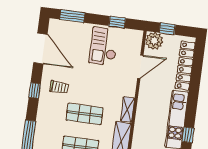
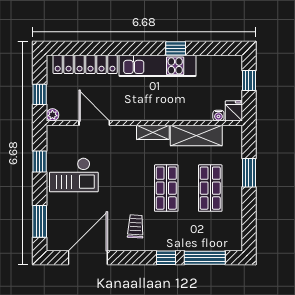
plant: (154, 41) -> (52, 115), width x0.53, depth x0.53
window: (35, 90) -> (166, 258), moved

